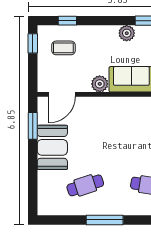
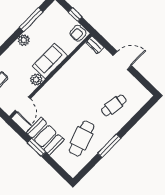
window: (33, 126) -> (36, 147), moved
cafe table: (85, 185) -> (82, 138), width x1.37, depth x1.35

